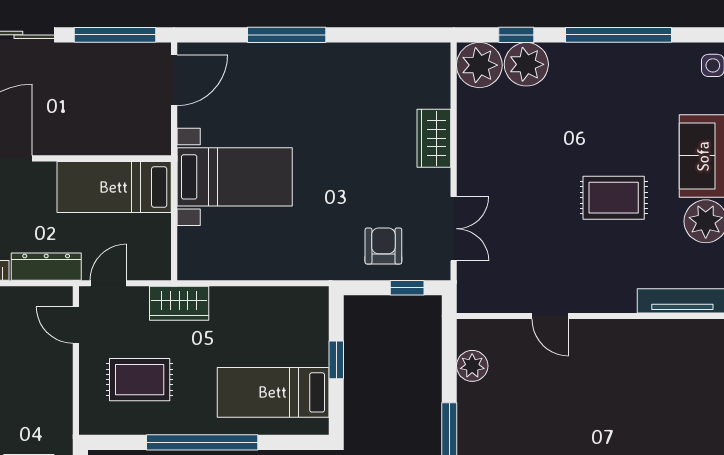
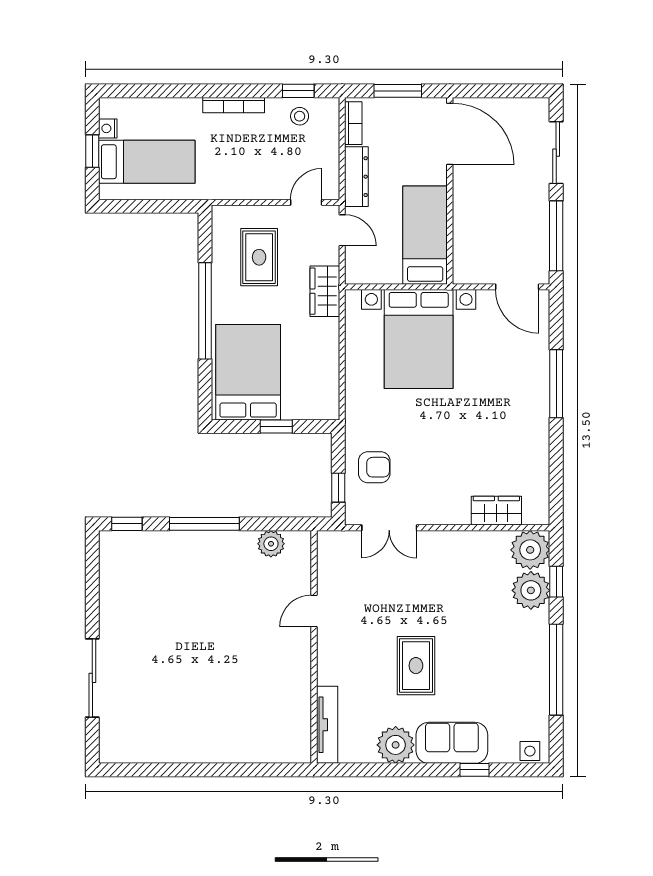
wardrobe: (434, 138) -> (496, 511), moved
bed with nightstands: (235, 177) -> (419, 339), width x1.36
bed: (273, 392) -> (248, 372), width x1.50

